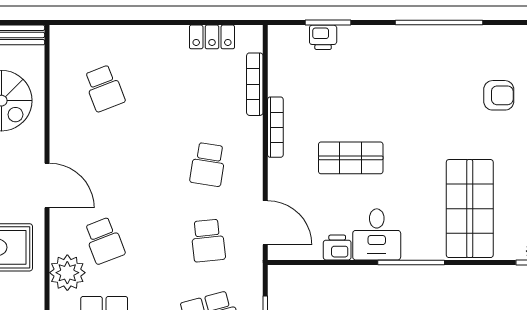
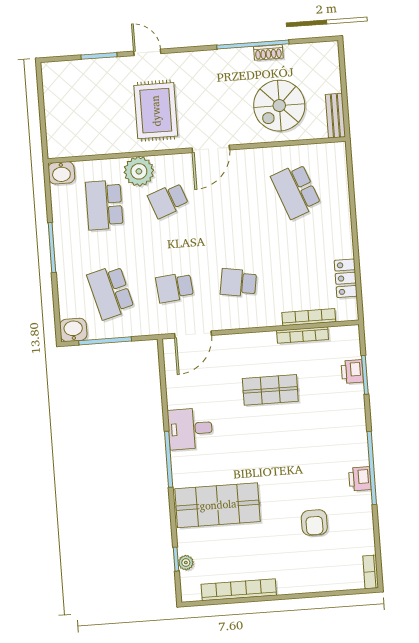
school desk: (104, 88) -> (296, 191), width x1.85
bookcase: (275, 127) -> (303, 335), moved
shop shelf: (351, 158) -> (270, 390), moved, turned 90
printer: (337, 248) -> (360, 479), moved, turned 180

